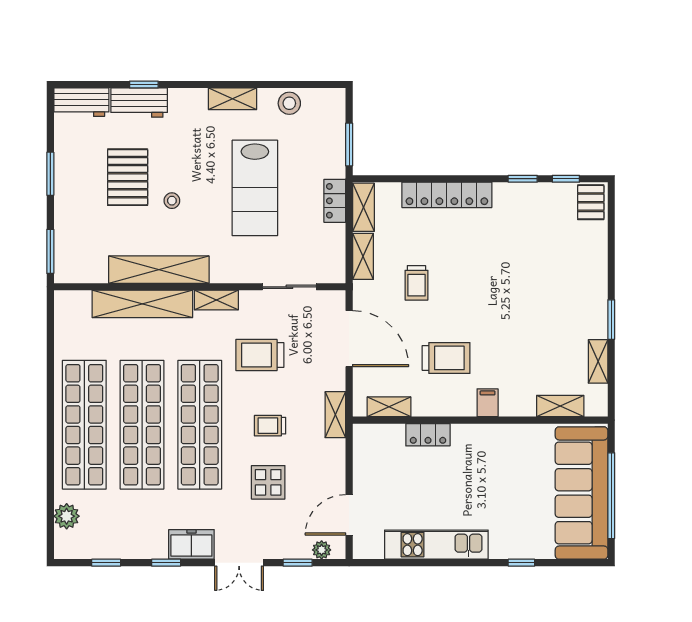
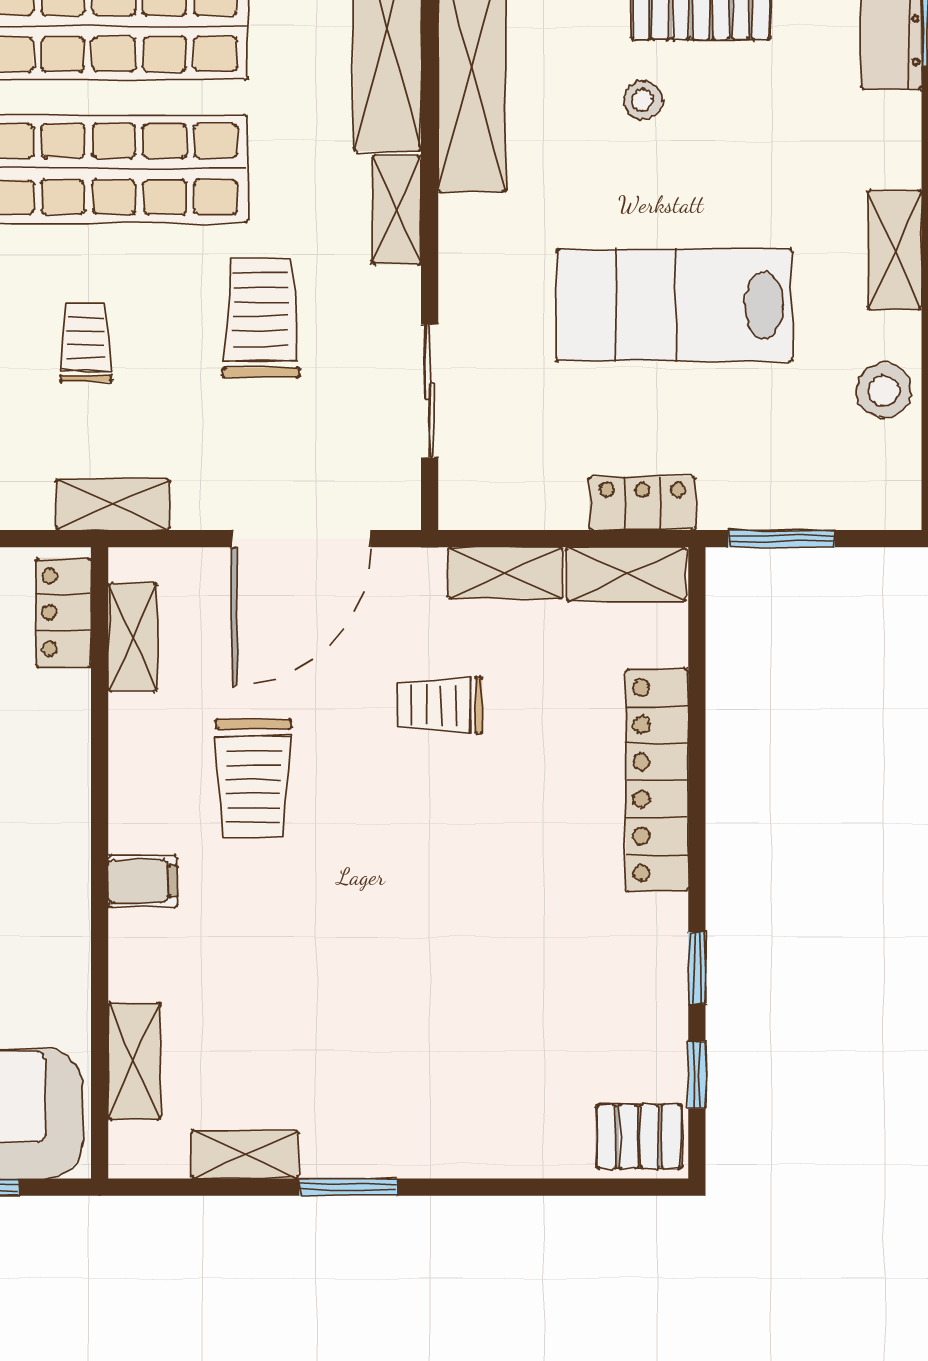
locker: (428, 435) -> (63, 613), moved

